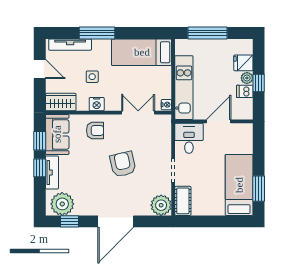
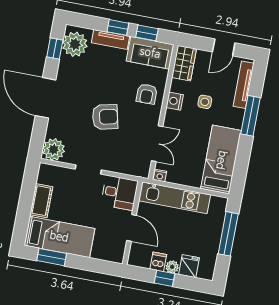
cot: (183, 201) -> (41, 201), moved, turned 90

